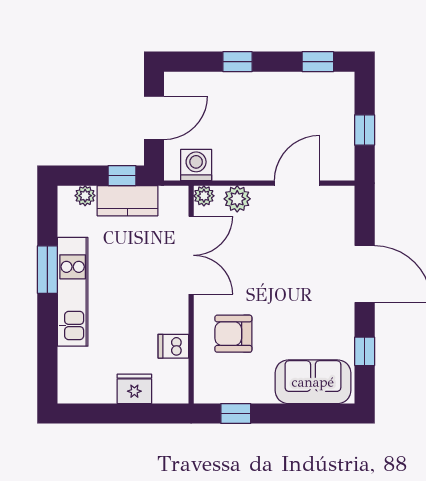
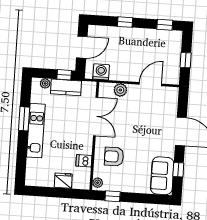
plant: (204, 196) -> (98, 183), moved
sofa: (313, 382) -> (162, 176), moved, turned -90

